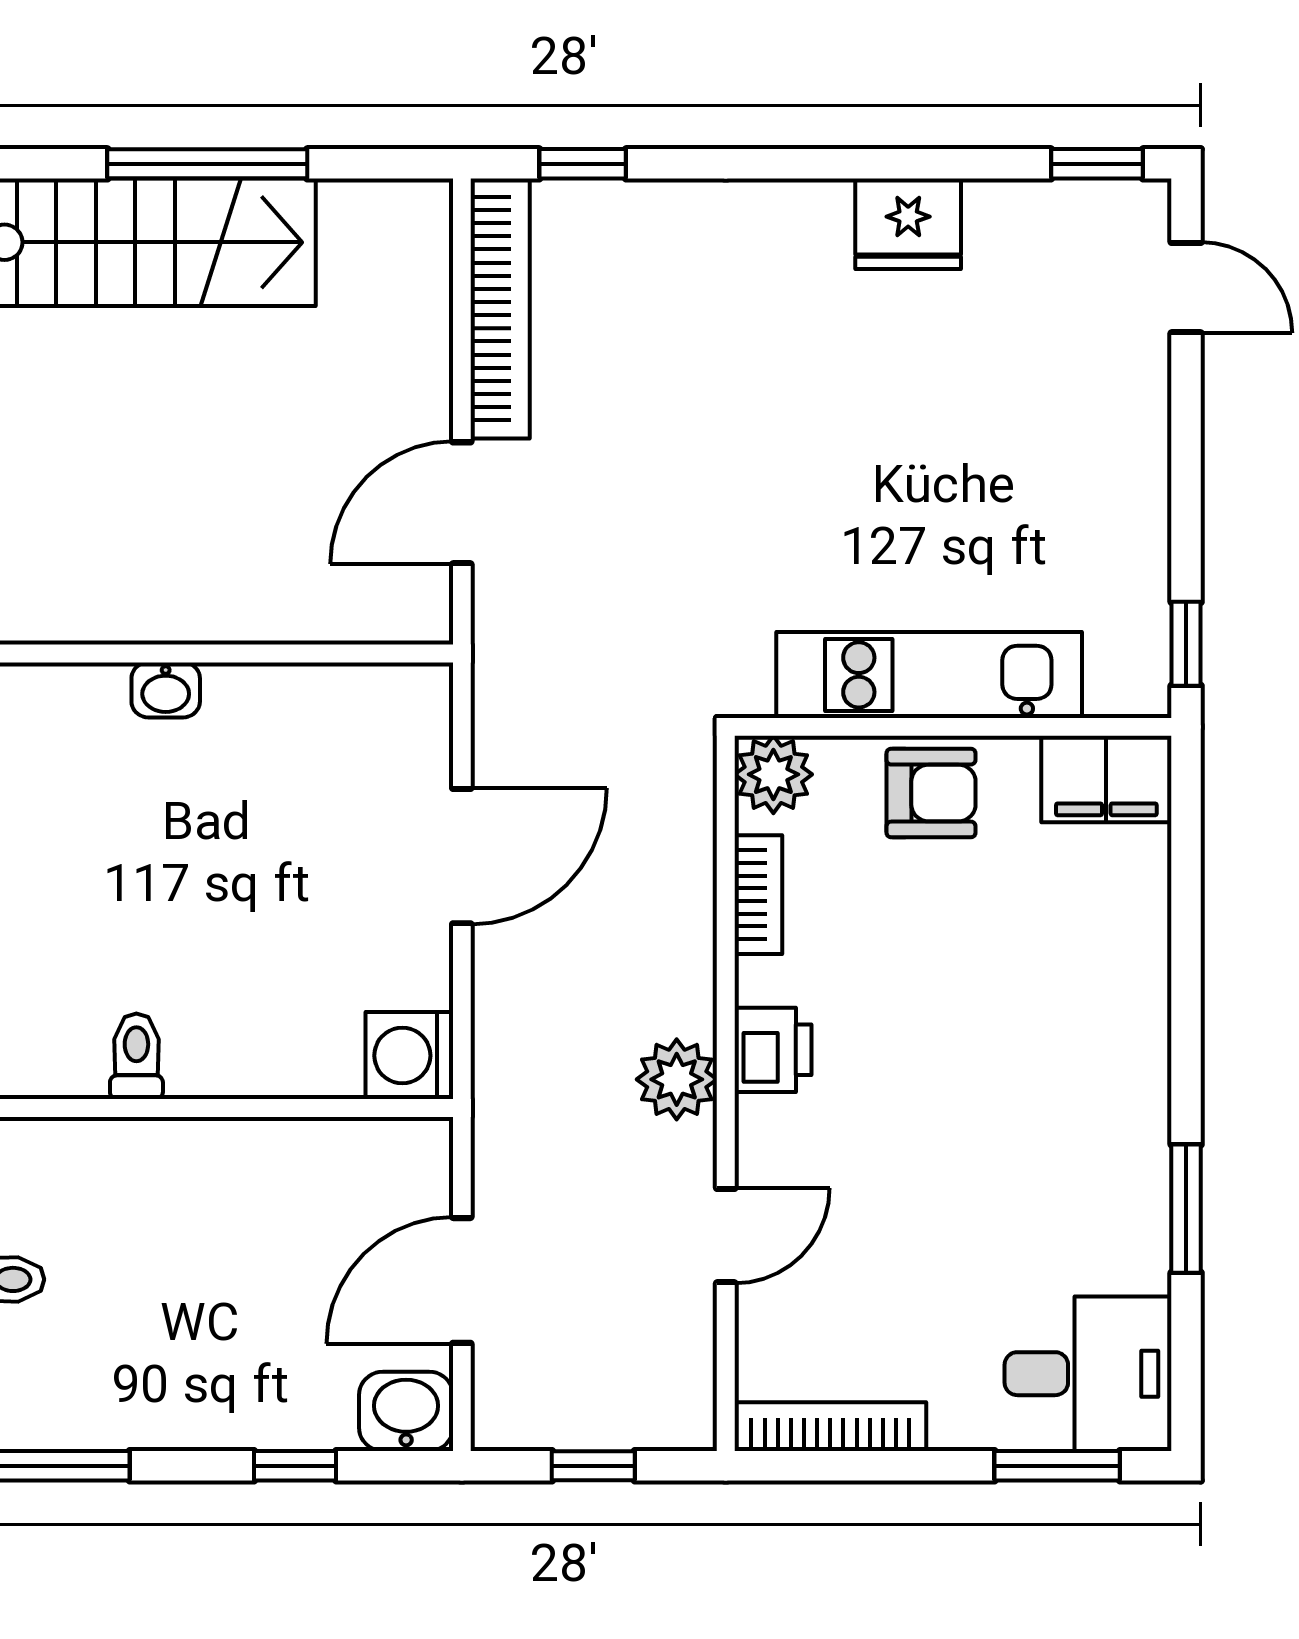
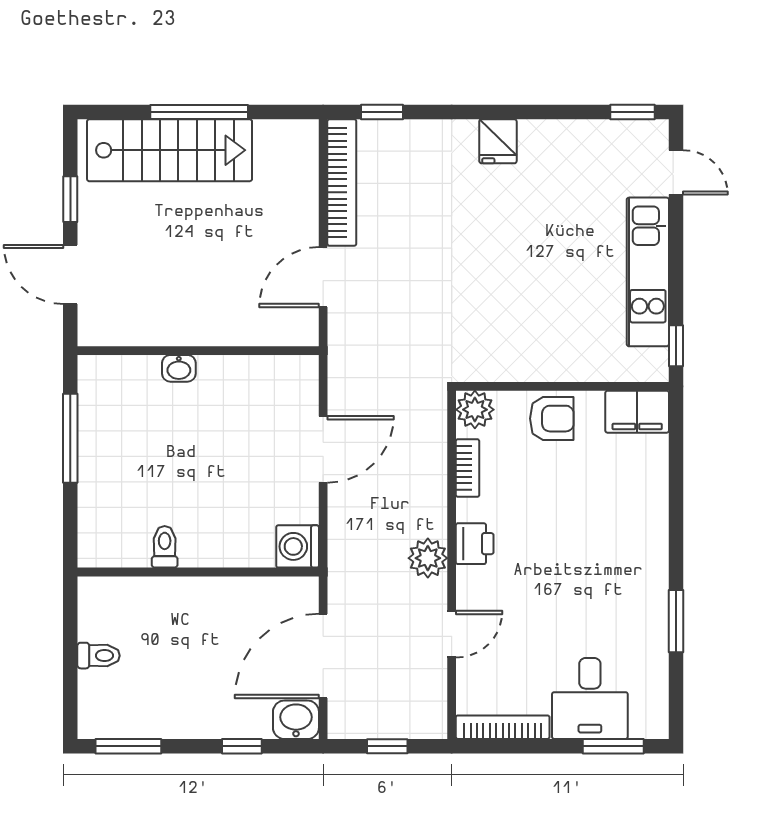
fridge: (908, 224) -> (498, 141), moved, width x0.72
kitchen unit: (929, 675) -> (648, 272), moved, turned -90
door: (462, 1280) -> (323, 656), width x1.36
desk: (1088, 1374) -> (590, 699), moved, turned 90

